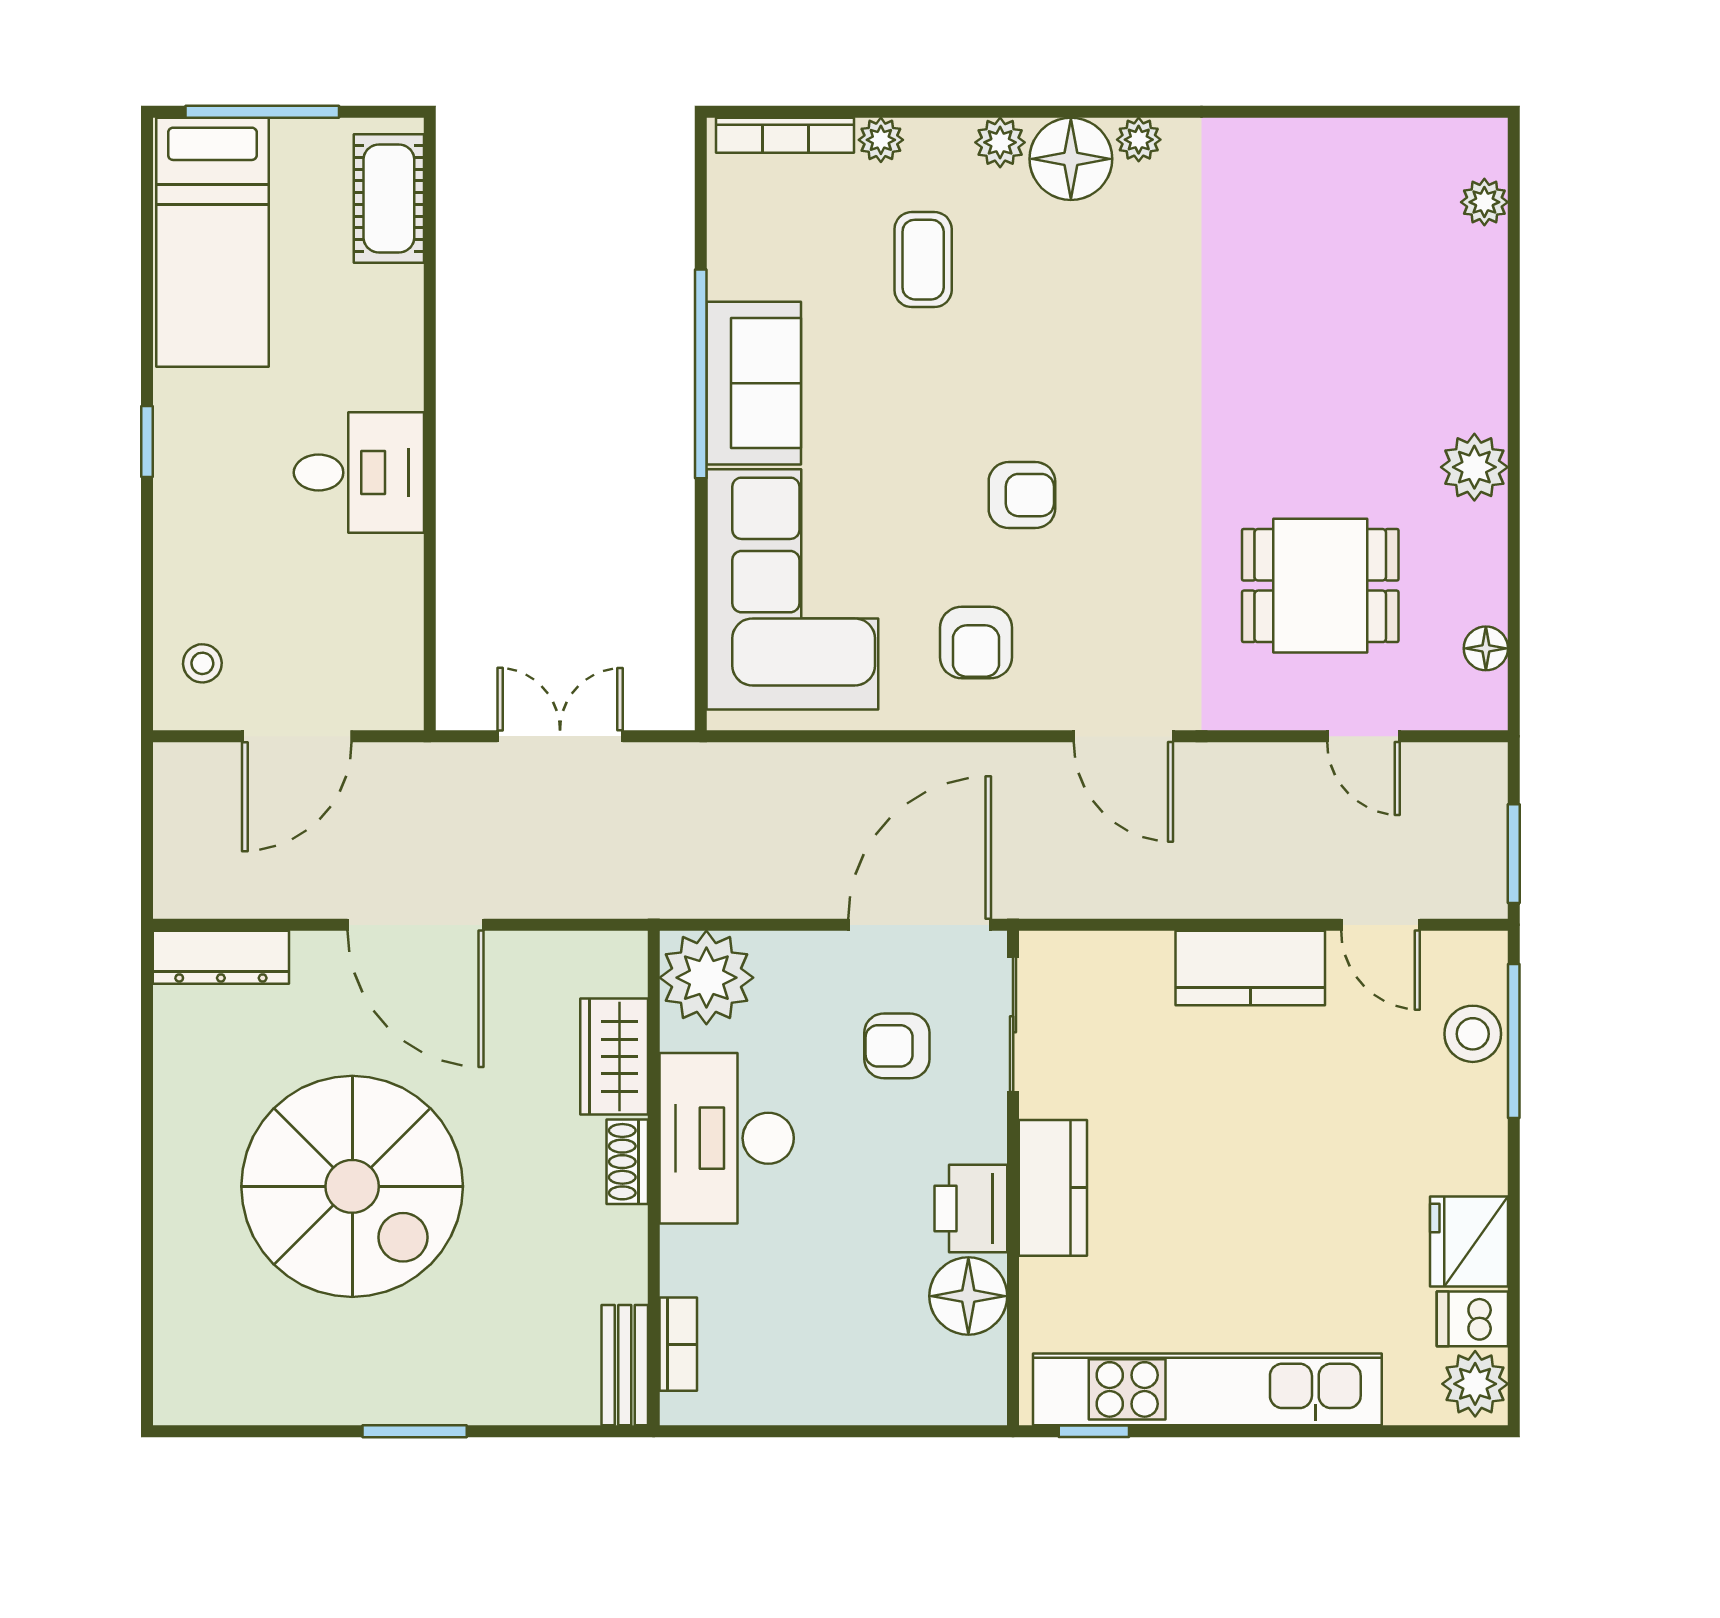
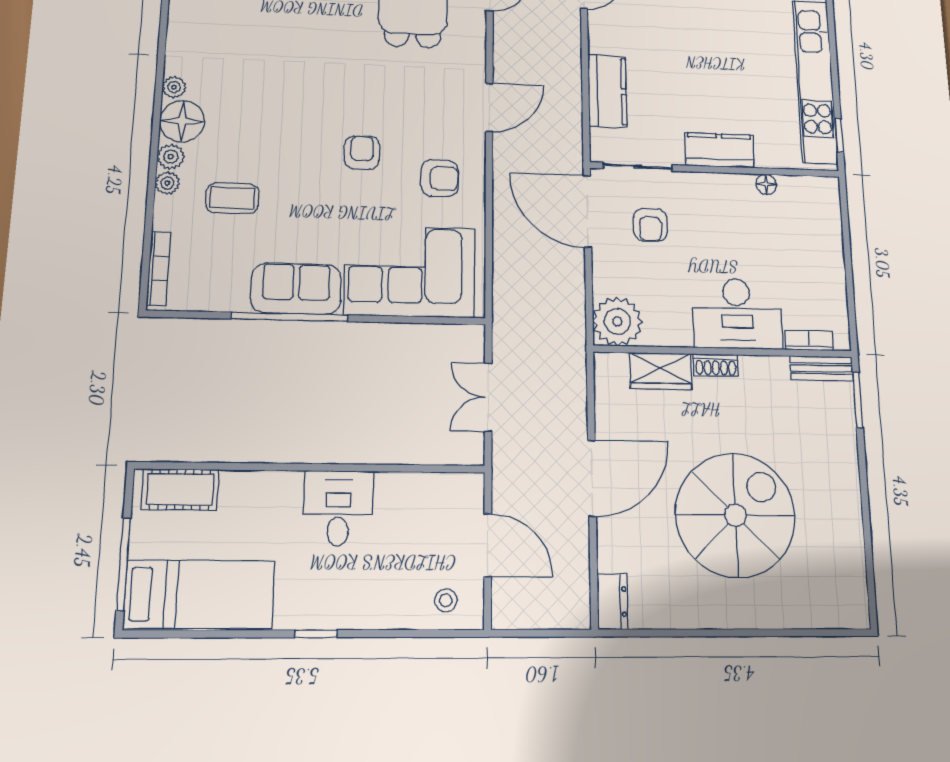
plant: (881, 140) -> (167, 183), moved
dresser: (221, 957) -> (612, 602), width x0.70
kitchen counter: (1250, 968) -> (607, 91), moved
desk: (727, 1138) -> (737, 314), moved
printer: (971, 1209) -> (732, 191), removed
floor lamp: (968, 1296) -> (766, 184), width x0.53, depth x0.53
window: (415, 1431) -> (858, 400), moved

